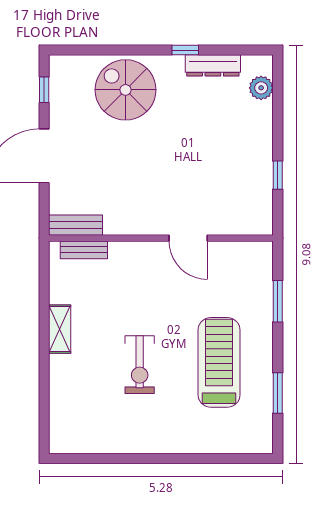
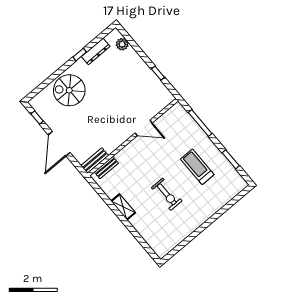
window: (278, 301) -> (200, 123), width x1.44
treadmill: (219, 362) -> (197, 167), width x0.73, depth x0.73

